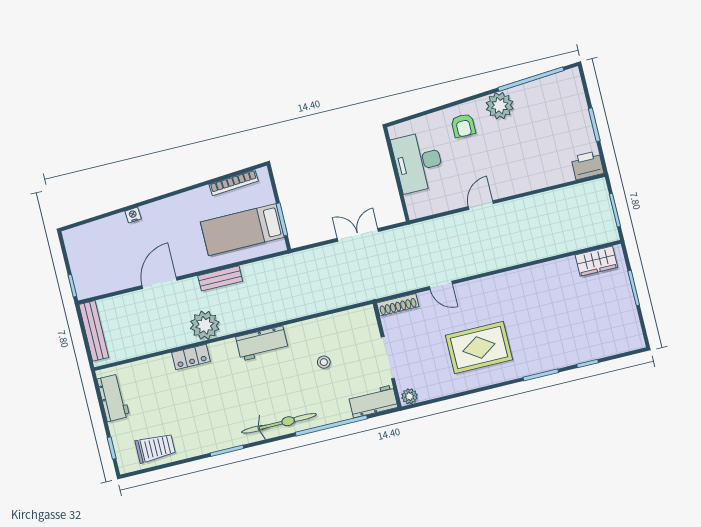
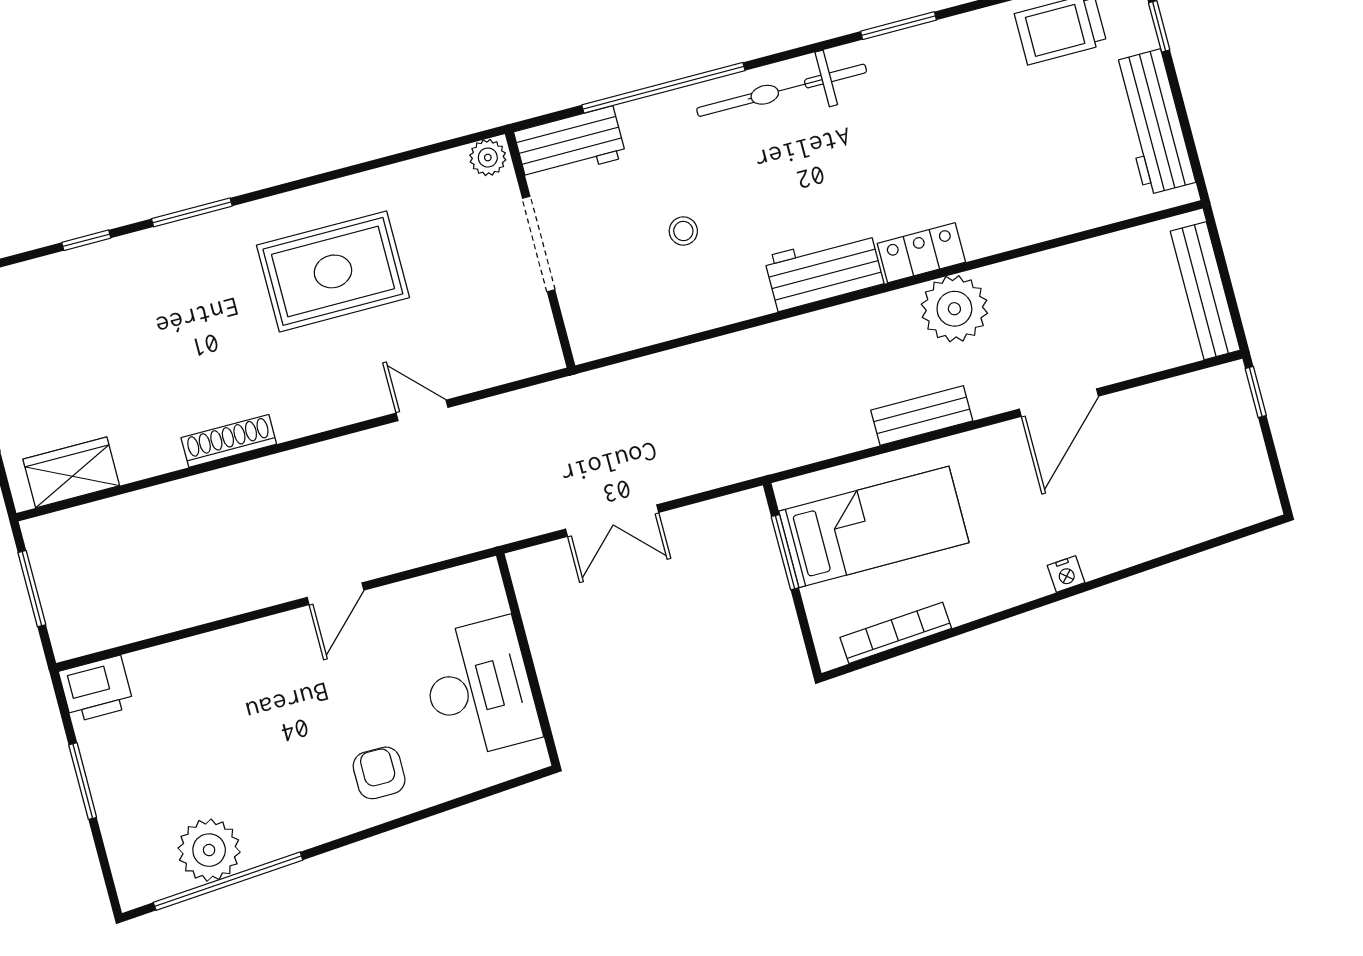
plant: (500, 106) -> (209, 850), moved
nightstand: (133, 215) -> (1066, 574), moved
shoe rack: (398, 305) -> (229, 441), moved
locker: (191, 357) -> (921, 253), moved
workbench: (113, 398) -> (1153, 122), width x1.37

